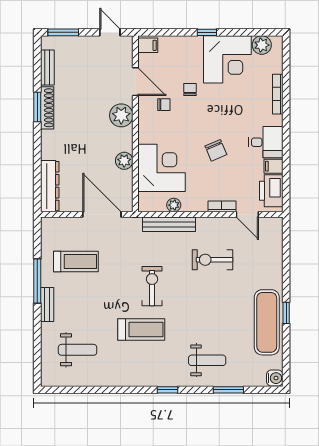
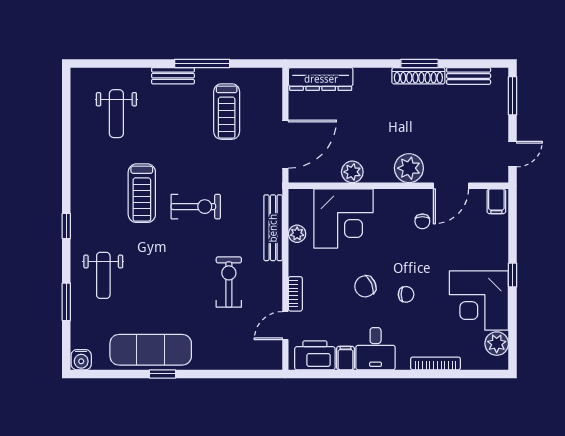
chair: (190, 89) -> (406, 294), moved

